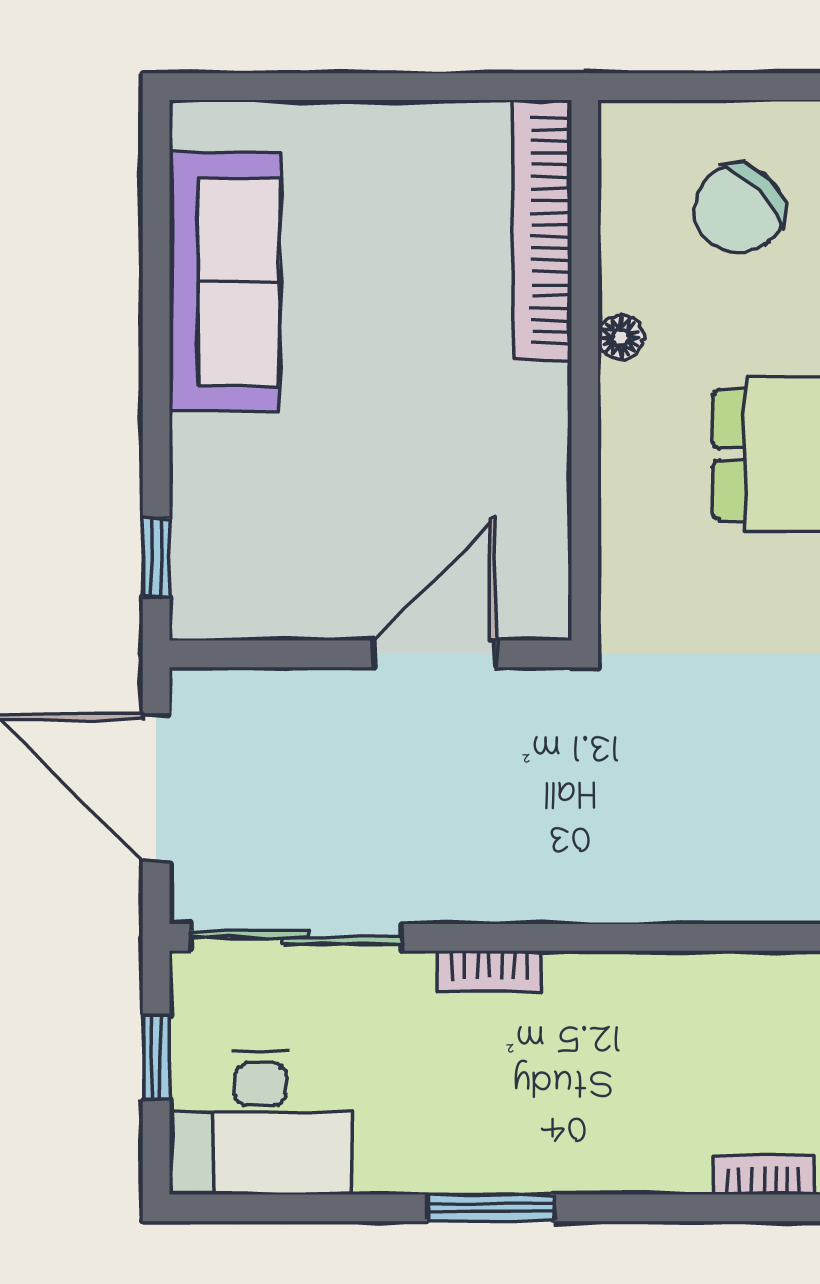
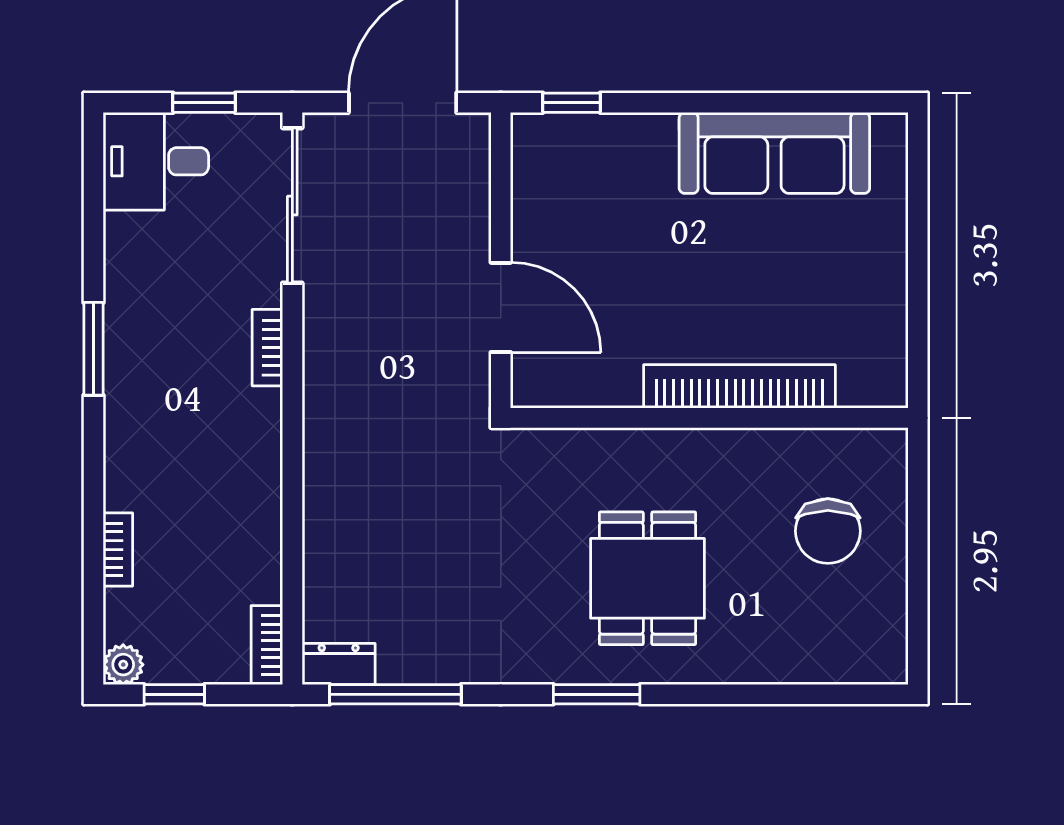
chair: (739, 209) -> (828, 531), turned -136
bookcase: (542, 230) -> (739, 386), moved
floor lamp: (621, 337) -> (734, 444), removed
desk: (260, 1123) -> (156, 161), width x0.73

